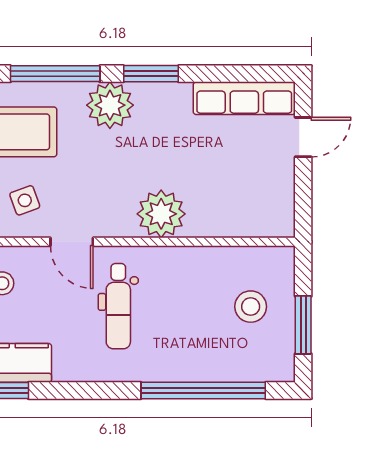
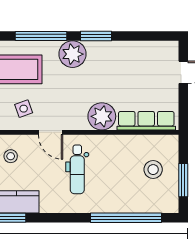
row of seats: (244, 98) -> (146, 121), moved, turned 180

